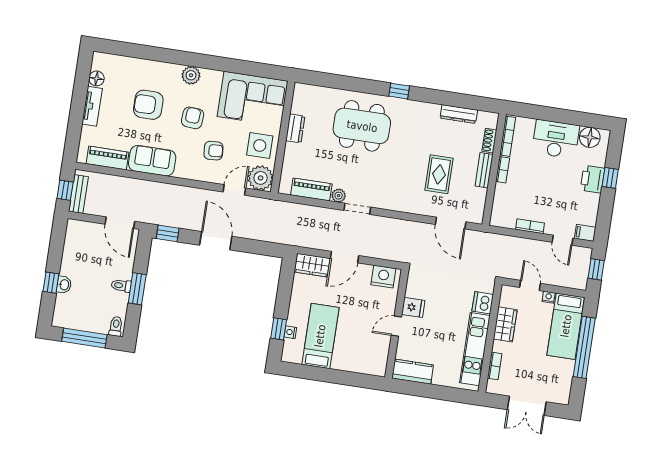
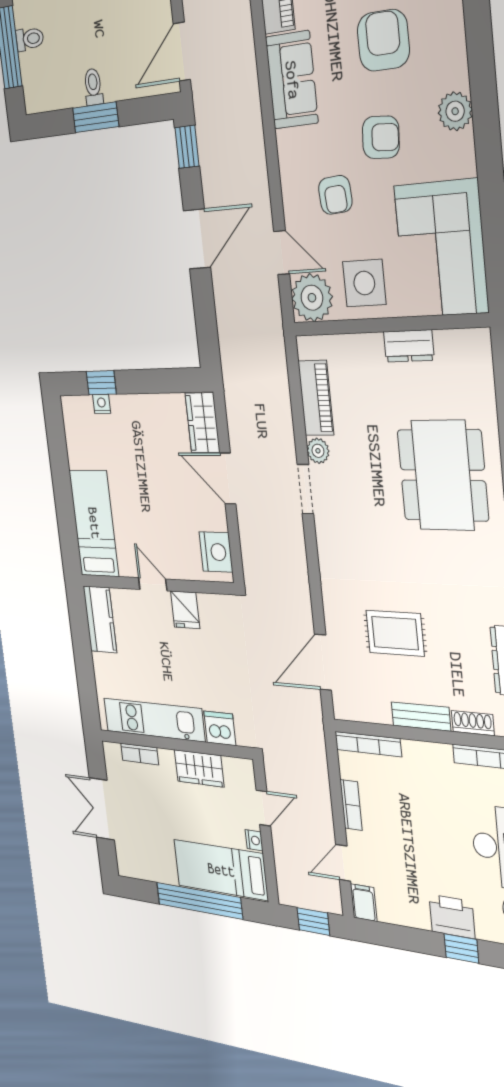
bookcase: (503, 170) -> (368, 744), moved, width x1.56
toilet: (116, 326) -> (30, 39), moved
bed: (320, 336) -> (94, 523), moved, turned -90

